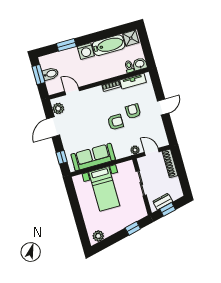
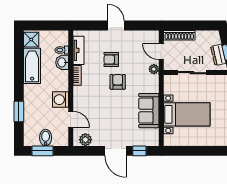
washing machine: (86, 51) -> (60, 100), moved, turned 180
washbasin: (140, 64) -> (62, 62), moved
door: (72, 91) -> (71, 119), swing flipped
door: (53, 127) -> (115, 151), moved
door: (152, 152) -> (161, 52), hinge flipped
sofa: (93, 157) -> (149, 111), width x0.73

